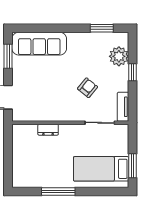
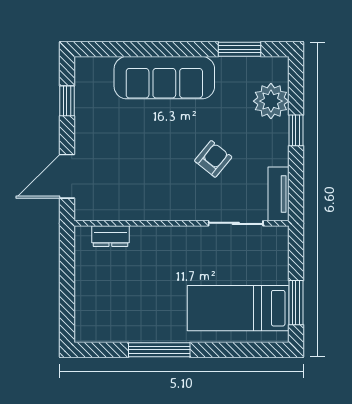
sofa: (39, 44) -> (164, 78), moved
window: (8, 56) -> (67, 101), width x0.67
dresser: (48, 130) -> (110, 236), moved

